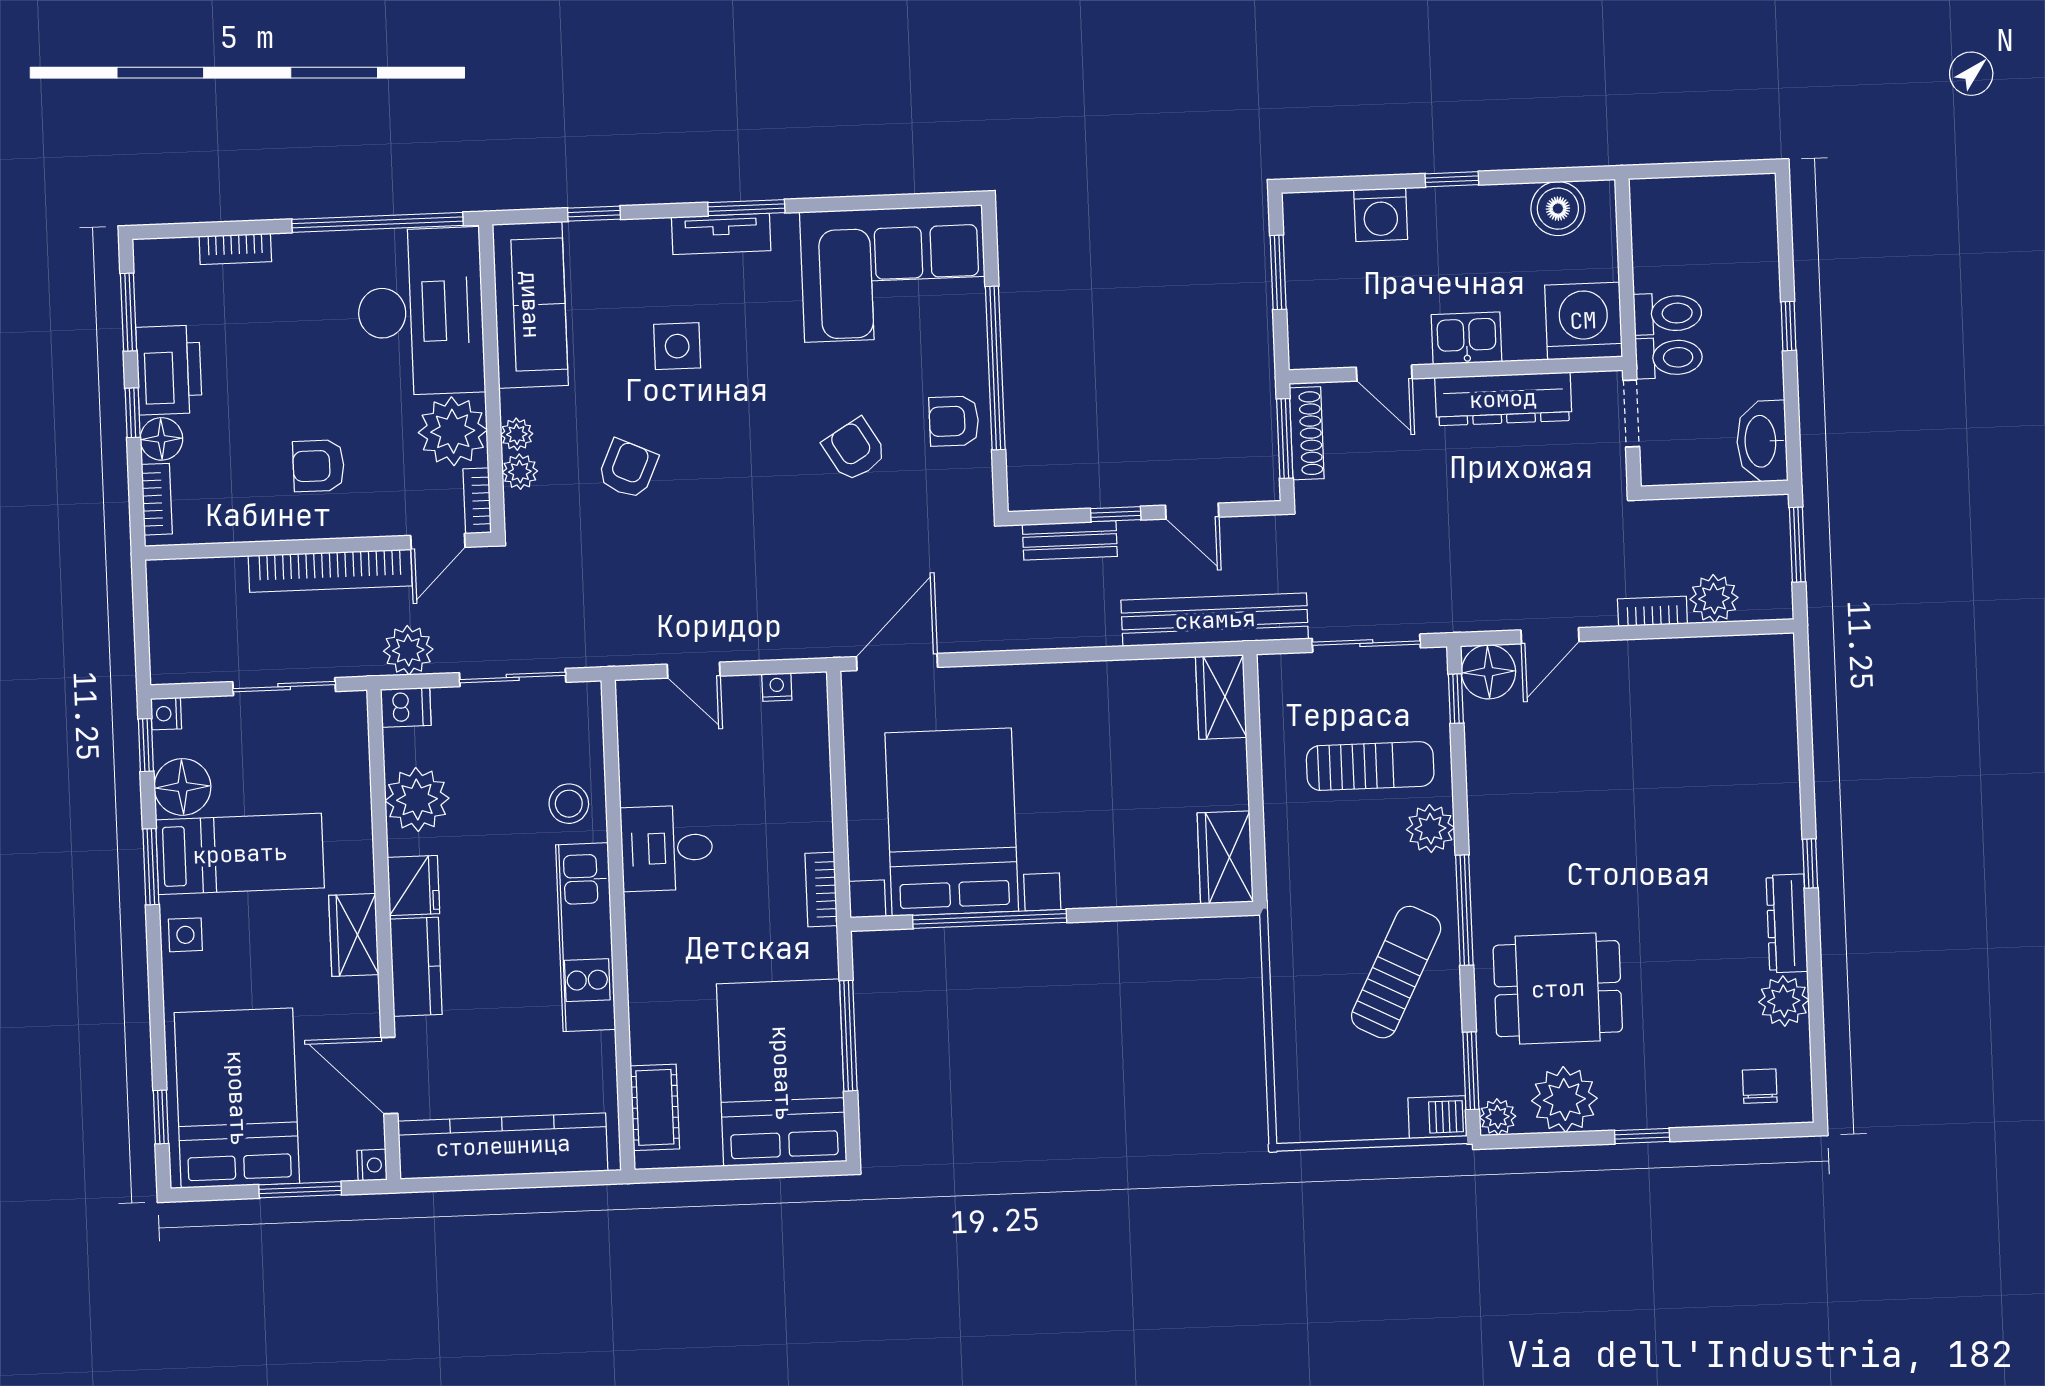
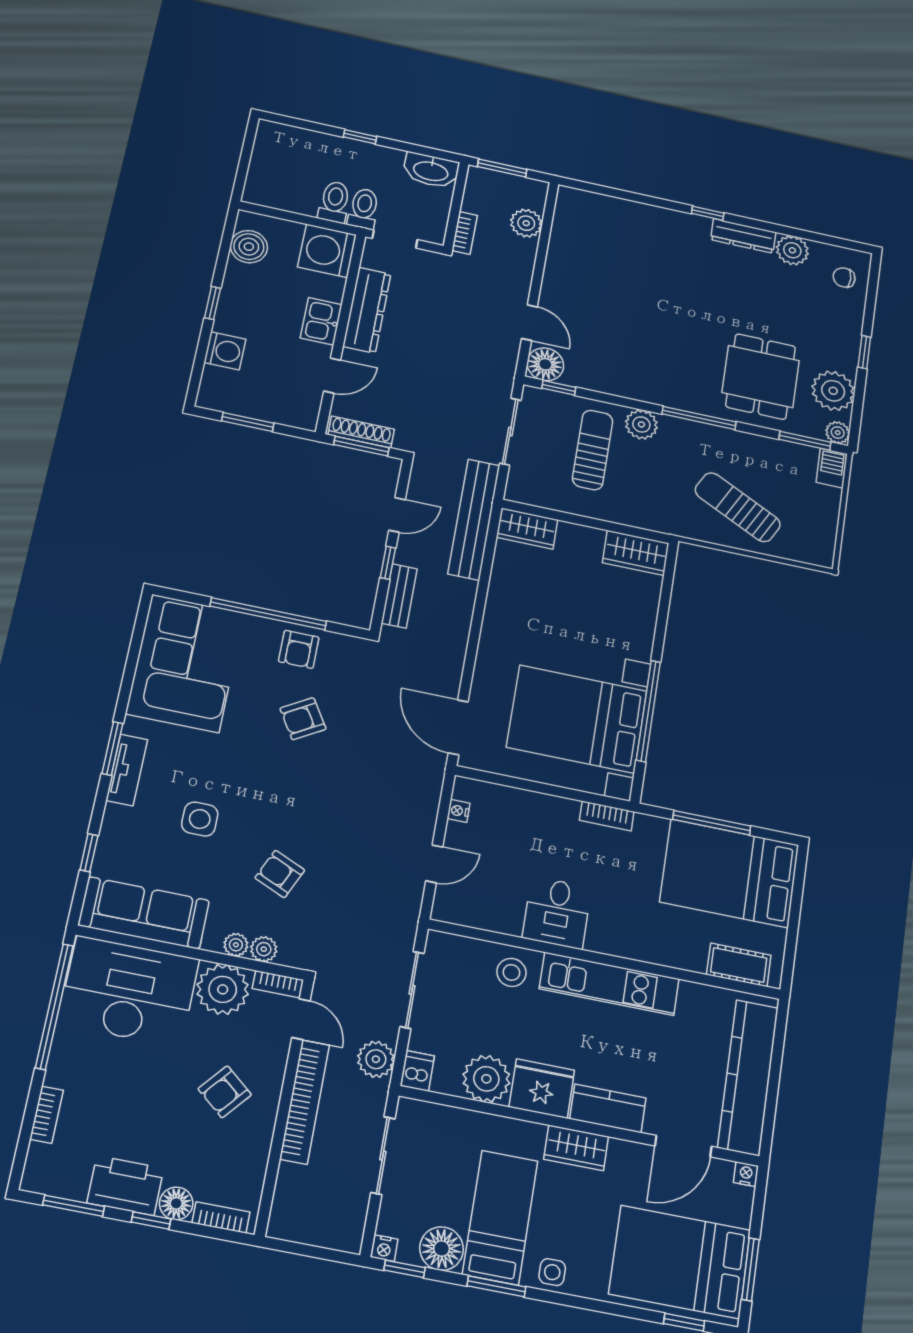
armchair: (319, 466) -> (225, 1092), turned 40
bookcase: (1652, 611) -> (465, 233), moved, turned 180
fridge: (413, 886) -> (542, 1089), width x1.36, depth x1.34
sun lounger: (1396, 972) -> (738, 507), moved
window: (300, 1190) -> (750, 1269), moved

